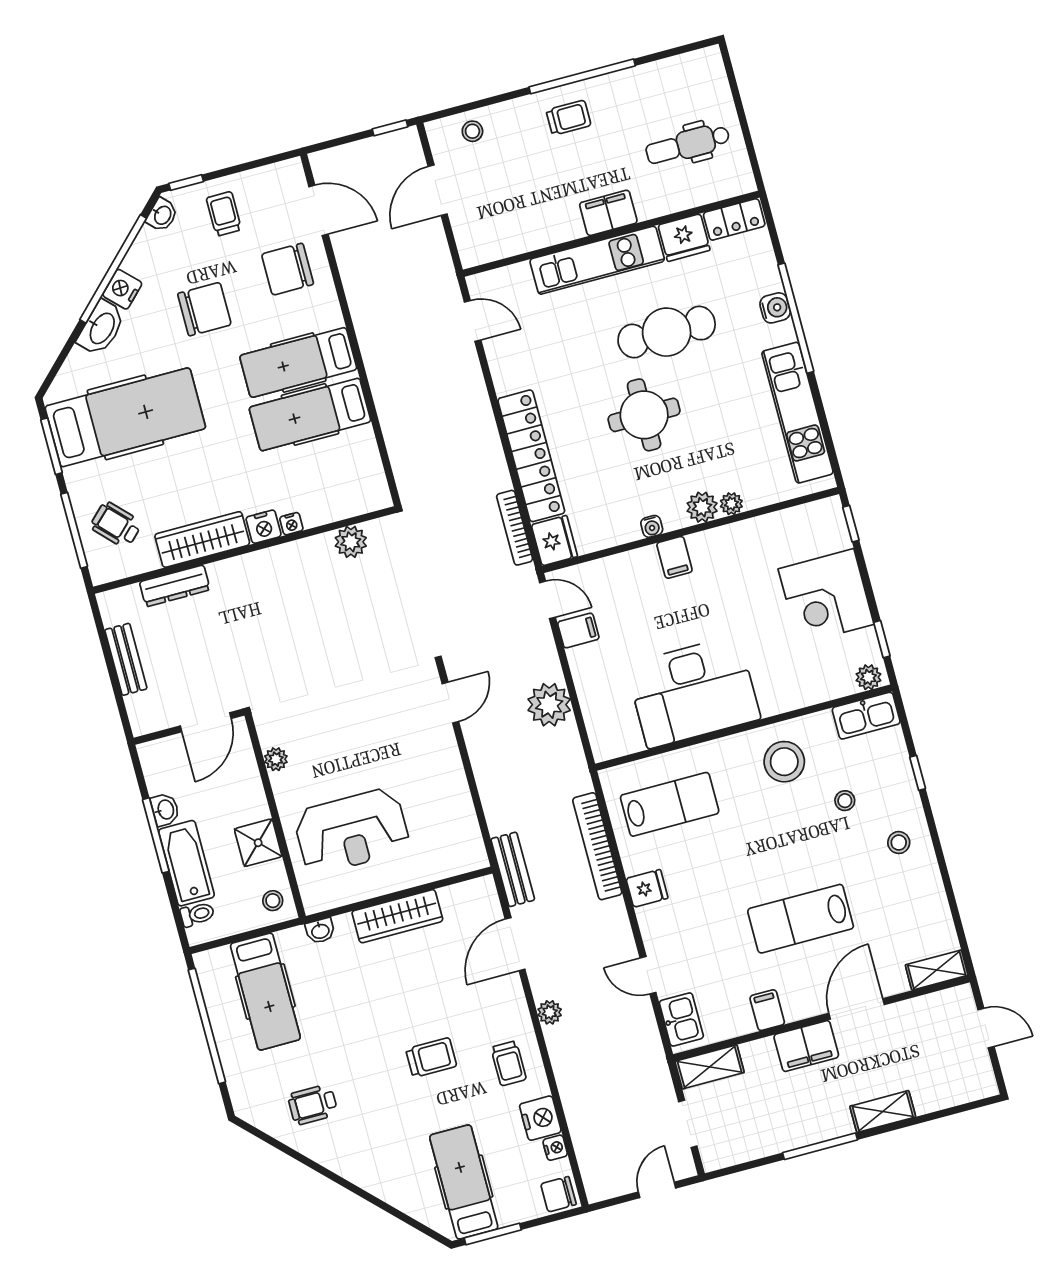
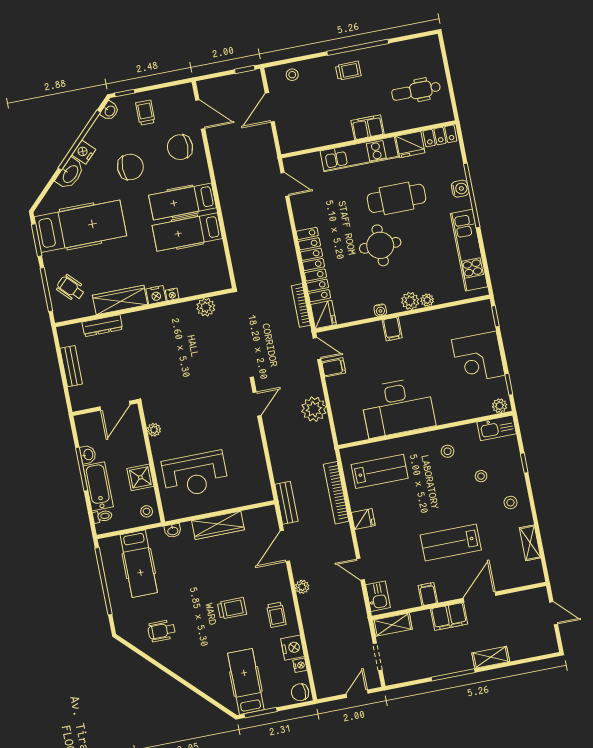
stool: (784, 762) -> (448, 451), width x0.53, depth x0.53
shelving: (937, 970) -> (530, 543), moved, turned 90

